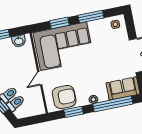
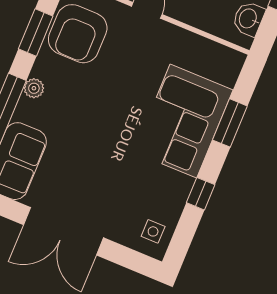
window: (91, 17) -> (201, 194), width x0.46
corner sofa: (64, 46) -> (183, 121), width x0.73, depth x0.74

